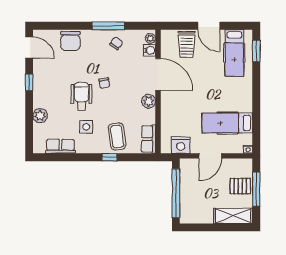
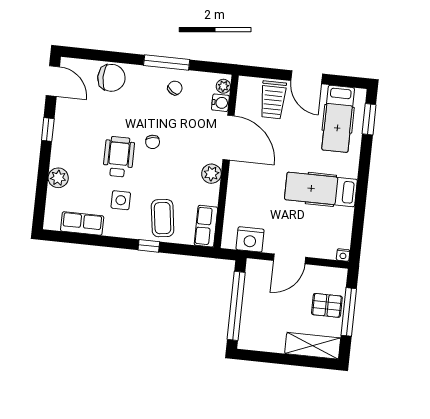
chair: (70, 41) -> (111, 78), turned -90
hospital bed: (227, 123) -> (321, 189), moved

